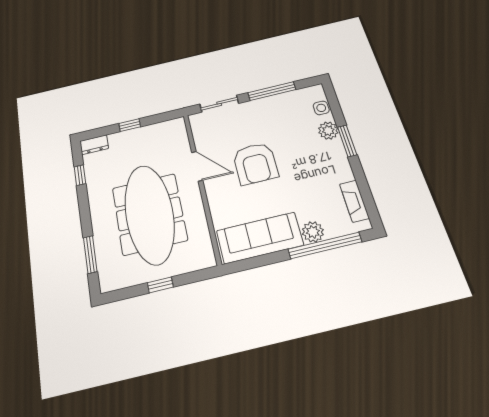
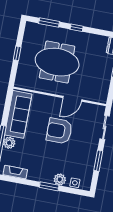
window: (272, 91) -> (98, 161), width x0.69
window: (80, 175) -> (77, 28), moved
meeting table: (149, 214) -> (57, 62), width x0.73

